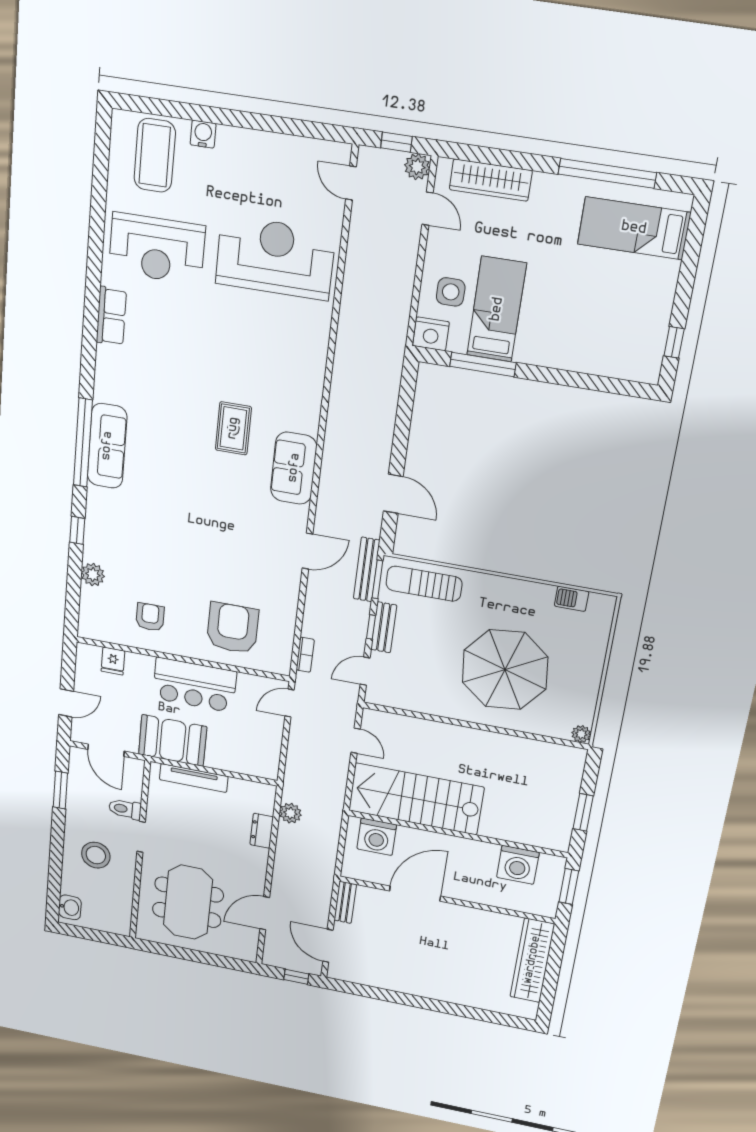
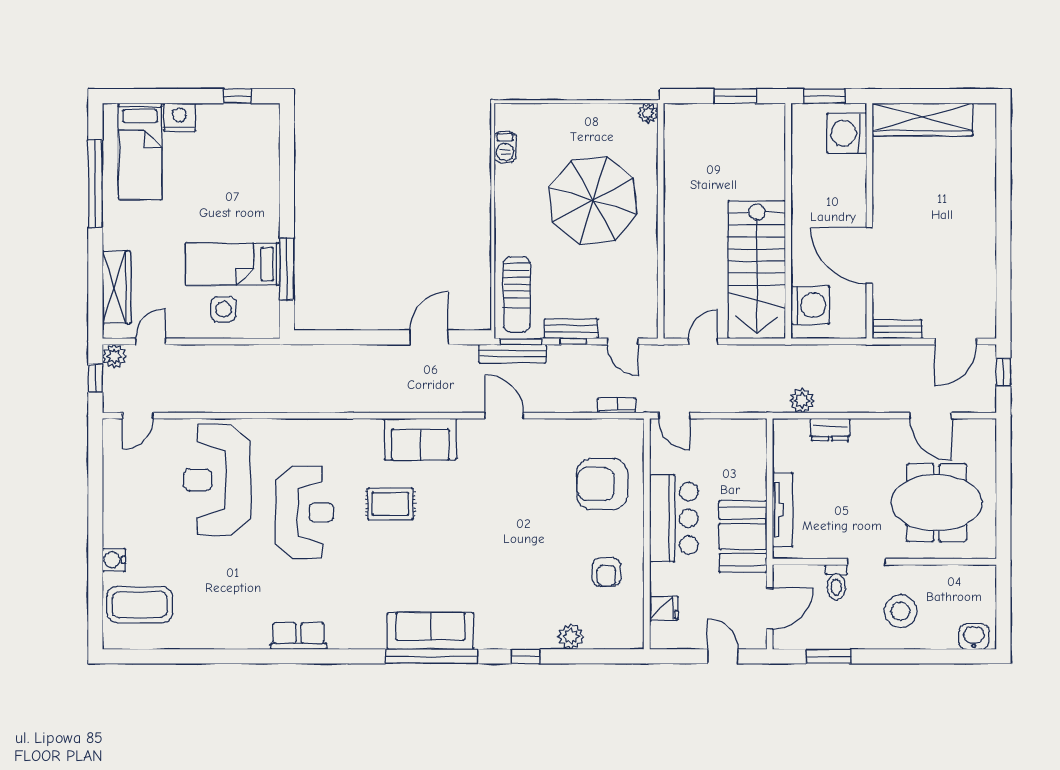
reception desk: (157, 249) -> (304, 512), moved
nightstand: (431, 334) -> (179, 117), moved, turned -90
armchair: (150, 617) -> (607, 572), turned -90
washing machine: (518, 865) -> (847, 133), moved, turned 180

